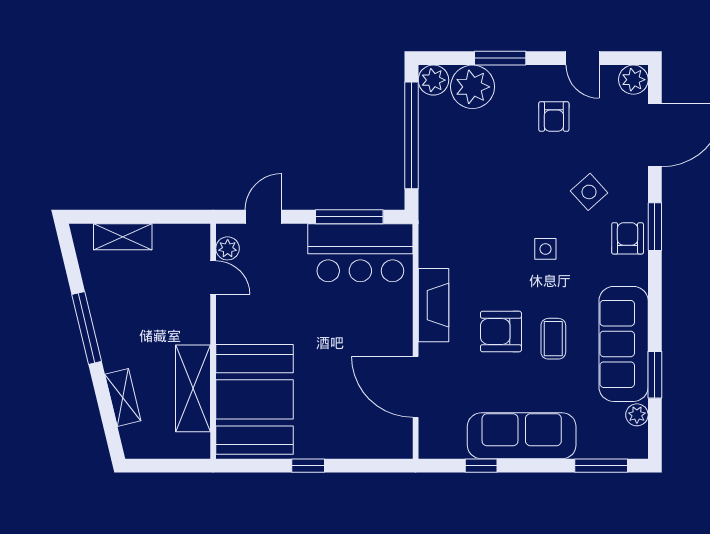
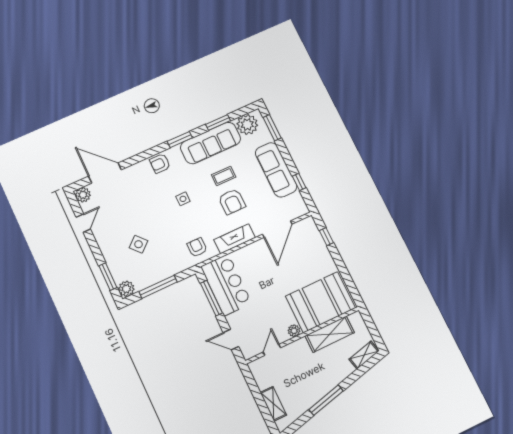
window: (500, 58) -> (108, 277), moved
plant: (473, 87) -> (121, 269), removed
armchair: (554, 116) -> (197, 247), moved, turned -90
window: (411, 135) -> (158, 287), width x0.68
side table: (589, 192) -> (138, 244), moved
window: (655, 227) -> (180, 140), moved
plant: (228, 248) -> (294, 331), moved
shelving: (123, 398) -> (364, 355), moved
plant: (637, 415) -> (247, 124), width x1.87, depth x1.87
window: (308, 466) -> (326, 237), moved

